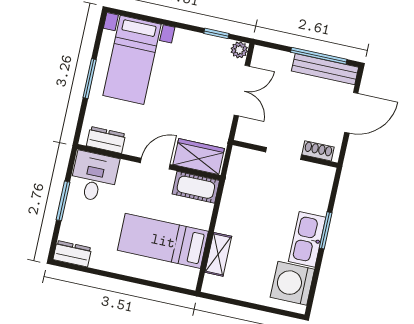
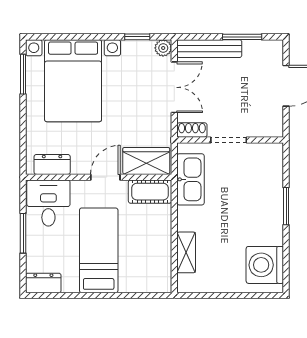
window: (319, 56) -> (242, 37), width x0.69
bed with nightstands: (132, 60) -> (73, 81), width x1.36
bench: (325, 69) -> (209, 49), moved
window: (90, 79) -> (23, 74), moved
shoe rack: (318, 151) -> (192, 130), moved
kitchen sink: (307, 239) -> (191, 179), moved, turned 180
bed: (163, 241) -> (99, 250), moved, turned 90

